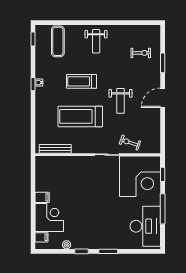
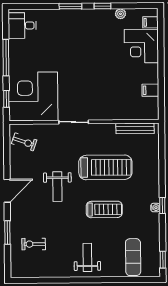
weight bench: (120, 101) -> (57, 187), turned 180
exercise bike: (130, 143) -> (24, 142), moved
filing cabinet: (42, 197) -> (150, 90), moved
desk: (145, 226) -> (22, 25), width x0.53, depth x0.77

